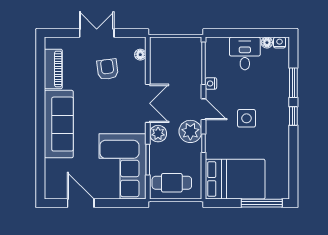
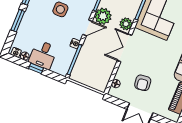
window: (247, 33) -> (36, 68), added
door: (204, 109) -> (88, 28), swing flipped

